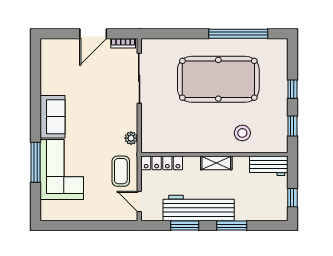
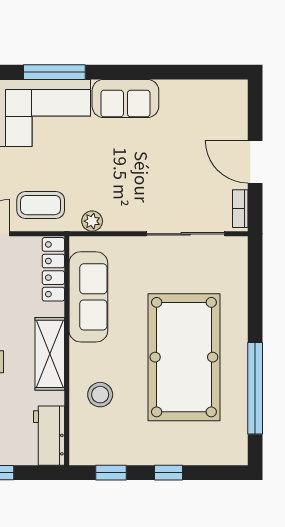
sofa: (180, 141) -> (88, 297), added
shelving: (216, 163) -> (50, 354), width x1.50, depth x1.33

